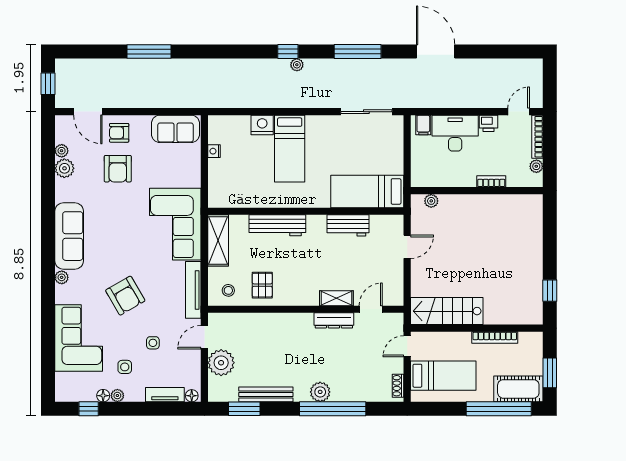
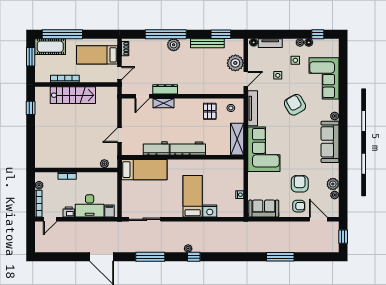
workbench: (277, 225) -> (188, 148), moved
stairs: (447, 311) -> (73, 95), moved

